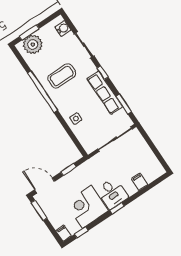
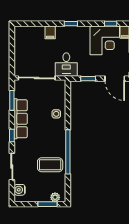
plant: (33, 44) -> (55, 197), width x0.53, depth x0.53
coffee table: (62, 76) -> (50, 165), moved
filing cabinet: (140, 182) -> (50, 32), moved
desk: (112, 193) -> (66, 65), moved, turned 180
corner desk: (87, 207) -> (105, 40), moved

